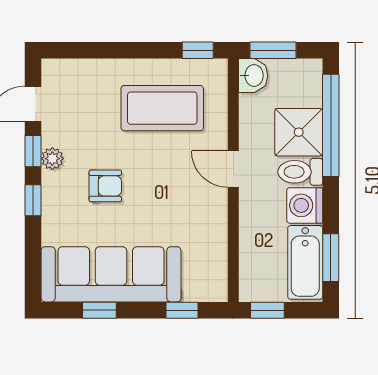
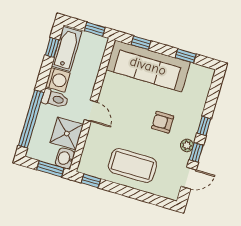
coffee table: (162, 108) -> (132, 166), moved
shower: (299, 132) -> (67, 133), moved
window: (331, 258) -> (52, 47), width x0.67
sofa: (111, 274) -> (148, 66), moved

